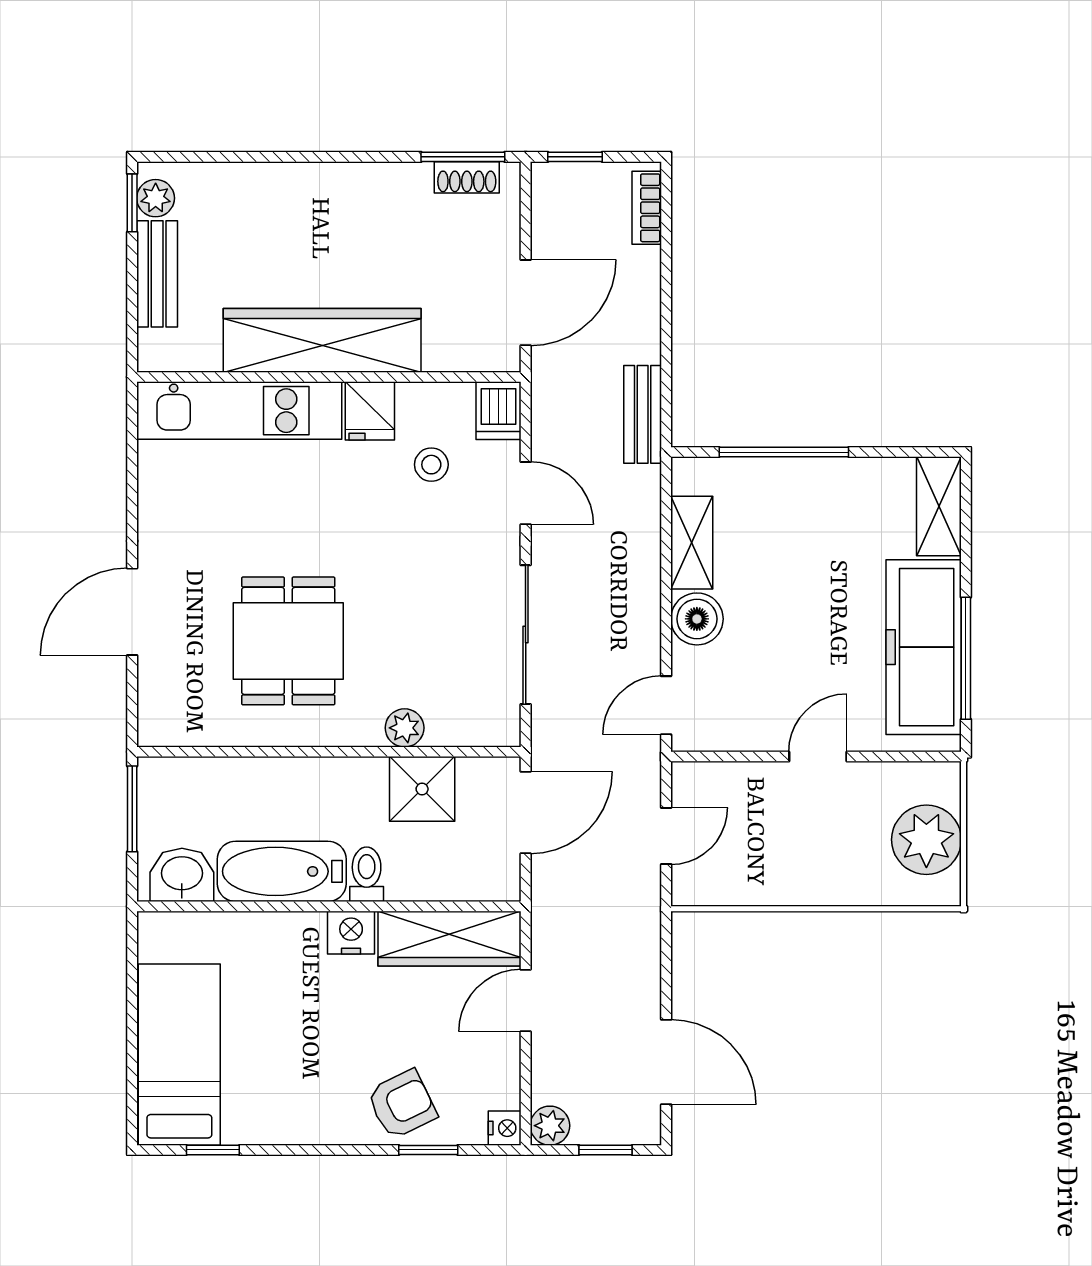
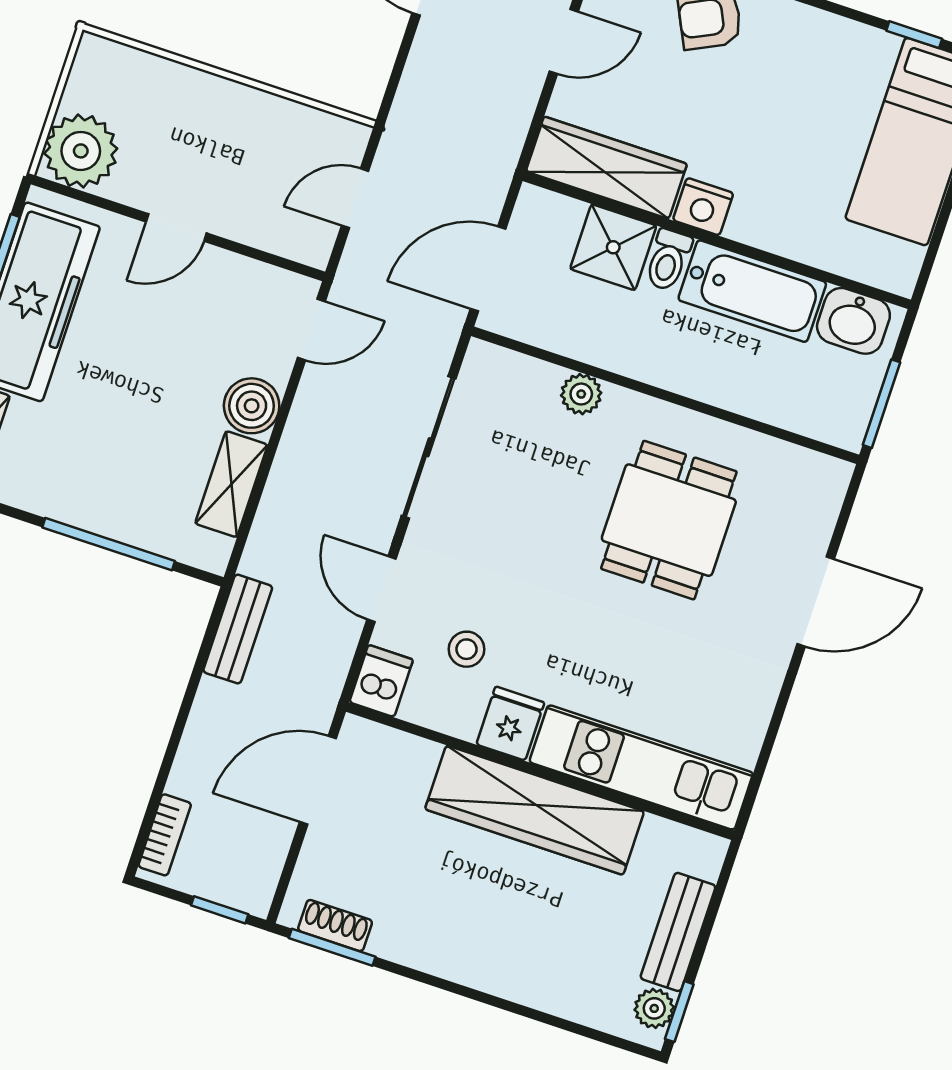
shower: (422, 789) -> (613, 247), moved
plant: (926, 840) -> (81, 151), moved
door: (526, 1001) -> (564, 41), moved

